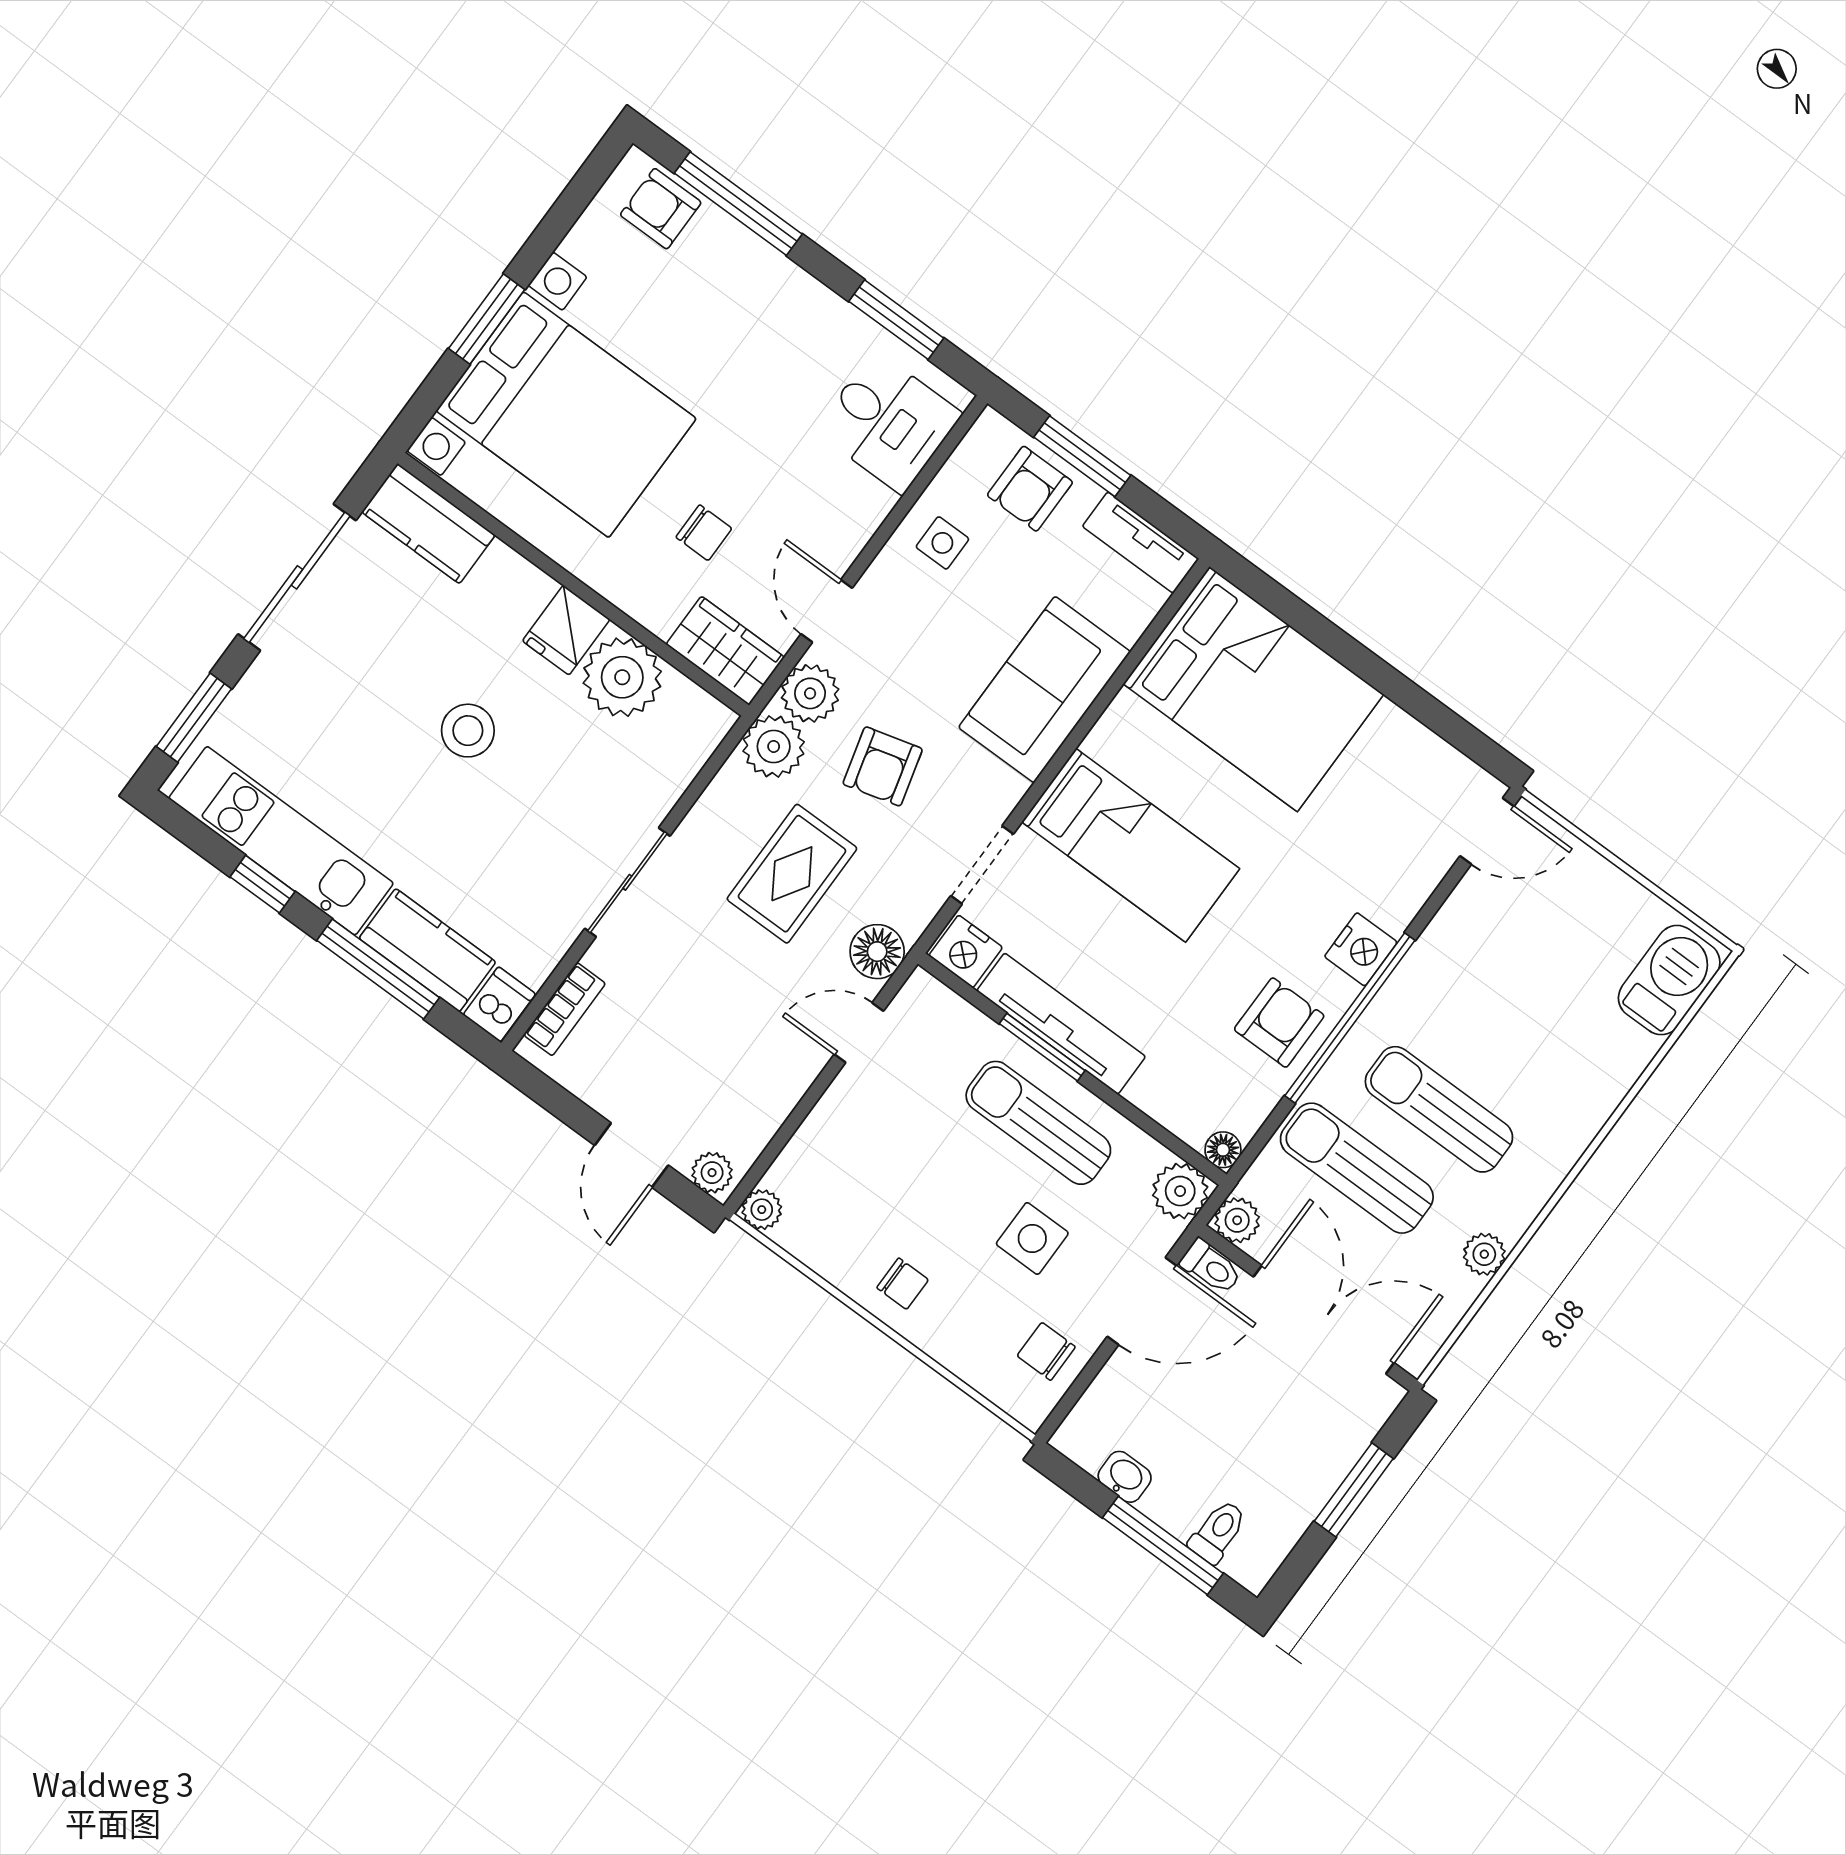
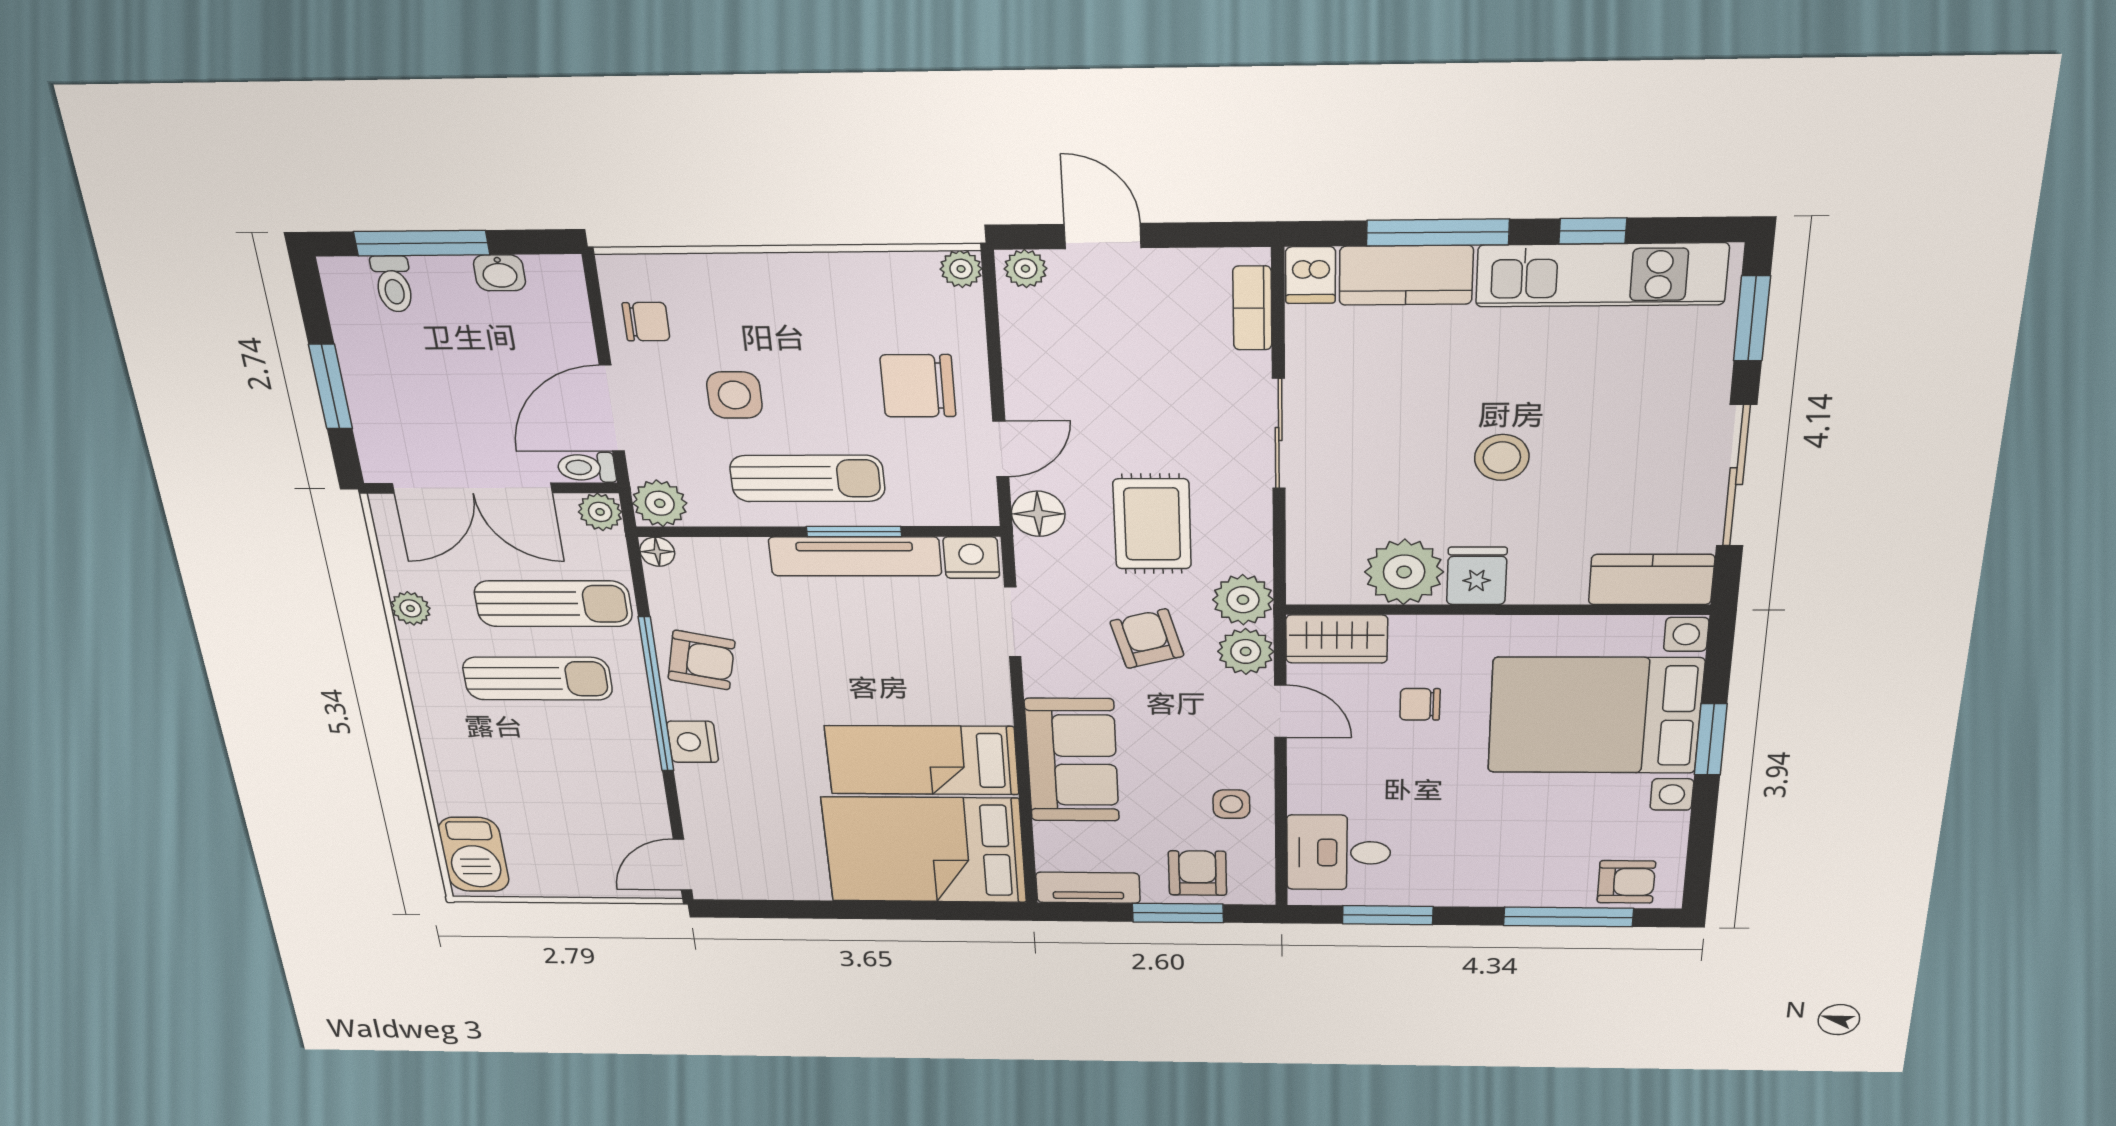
bed: (1131, 845) -> (922, 760), moved
armchair: (1279, 1023) -> (701, 660), turned -78
chair: (903, 1284) -> (918, 386), moved, width x1.87, depth x1.87

